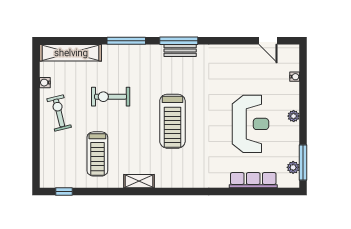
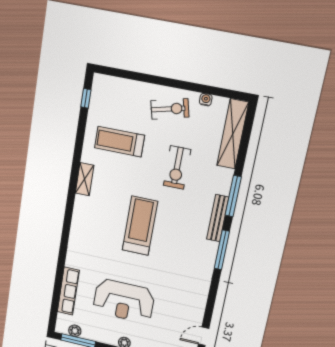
bench: (180, 50) -> (218, 218), moved, width x1.36
exercise bike: (111, 97) -> (177, 168), turned 180
treadmill: (172, 121) -> (140, 226), turned 90

